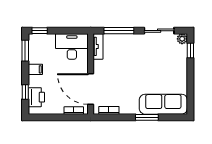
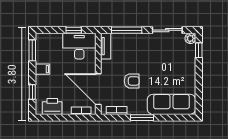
window: (40, 31) -> (74, 30), moved
armchair: (124, 81) -> (132, 81), added
printer: (36, 97) -> (52, 107), moved, turned -90
window: (147, 117) -> (142, 118), moved

